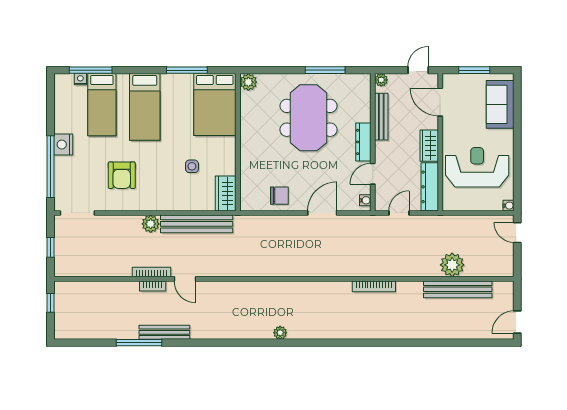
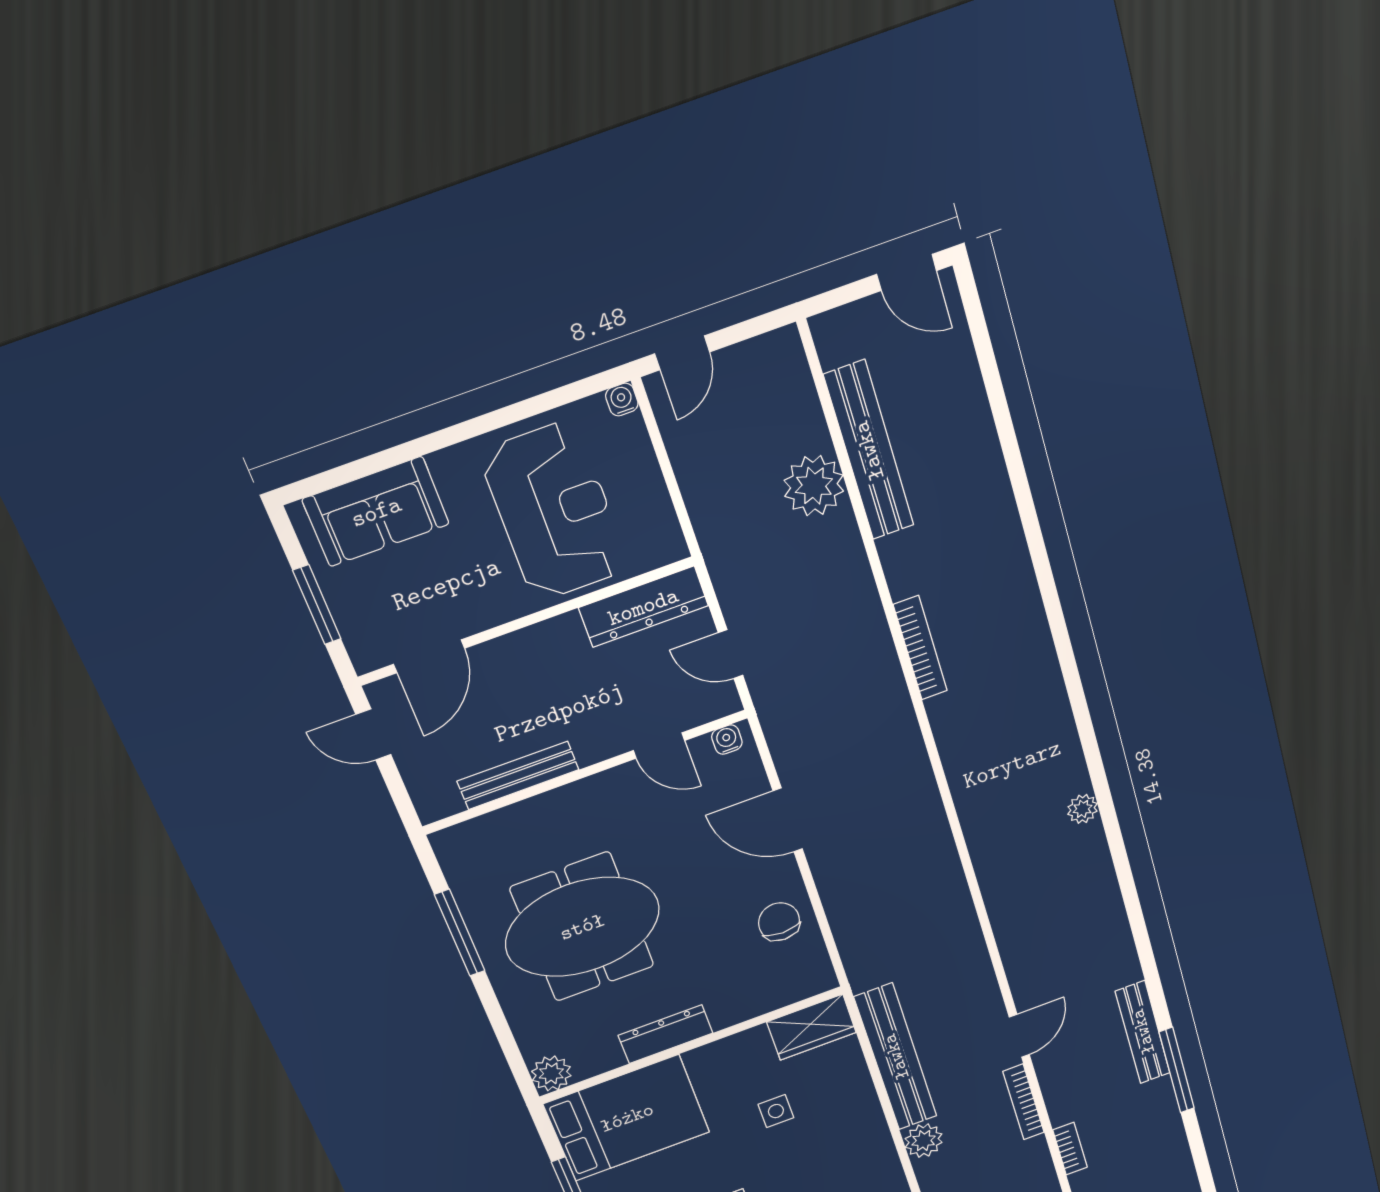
plant: (381, 80) -> (432, 807), removed
dresser: (363, 142) -> (666, 1034), moved, turned 180
wardrobe: (429, 146) -> (545, 644), removed
reception desk: (477, 167) -> (555, 511), turned 180
bookcase: (153, 286) -> (1070, 1149), moved

